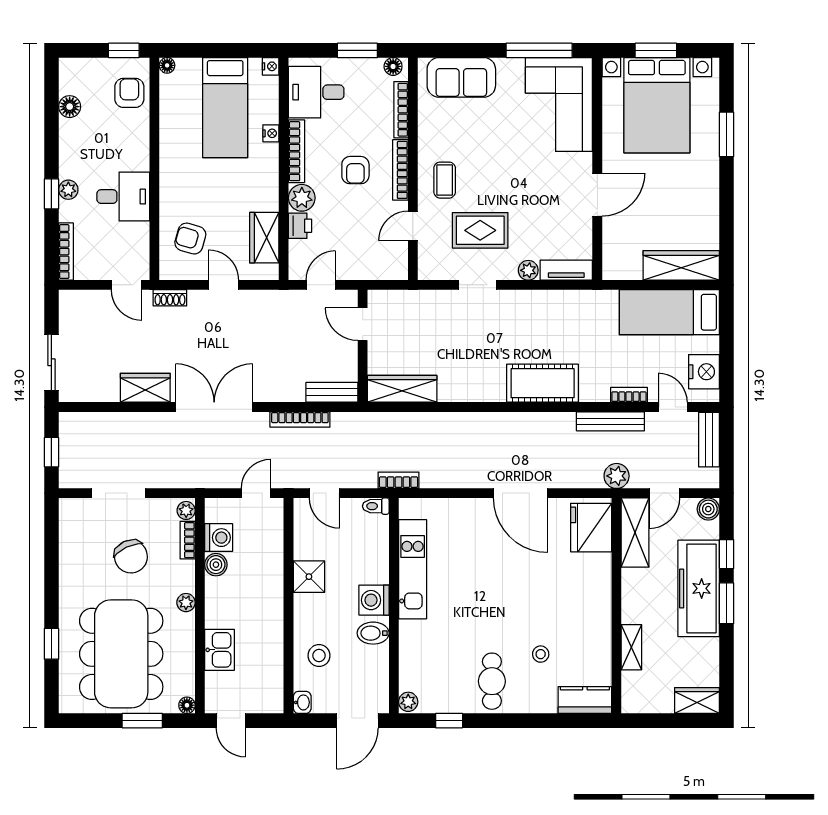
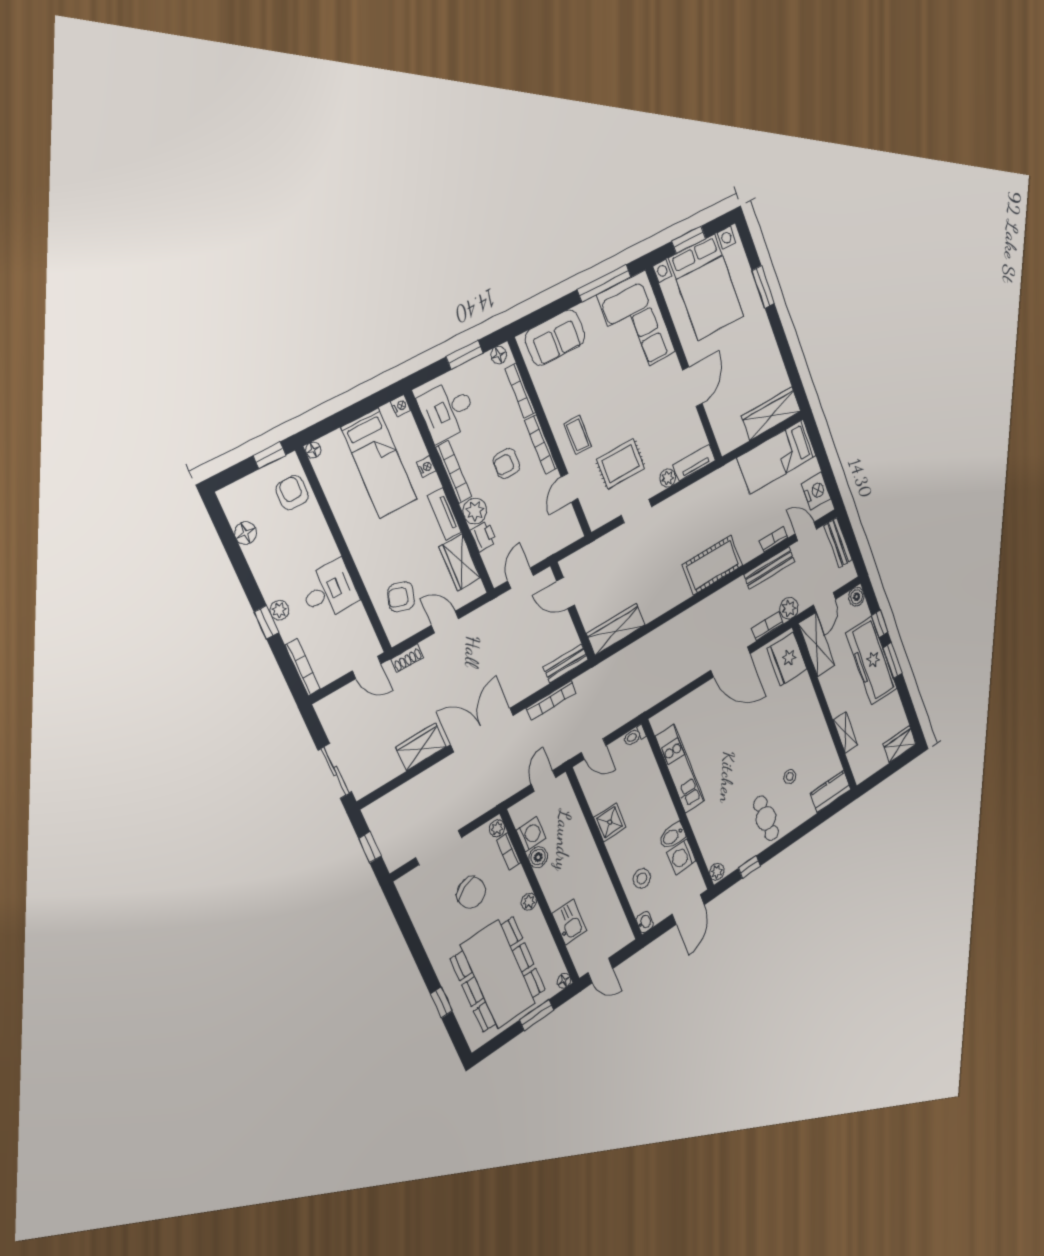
armchair: (355, 170) -> (507, 463), turned 90
tv unit: (269, 185) -> (445, 514), added
bookcase: (399, 480) -> (767, 626), moved
washing machine: (374, 600) -> (682, 857), moved

